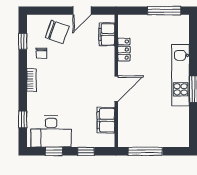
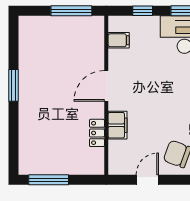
filing cabinet: (107, 34) -> (118, 125), moved
kitchen unit: (181, 75) -> (29, 102), removed
filing cabinet: (106, 120) -> (119, 40), width x0.50

